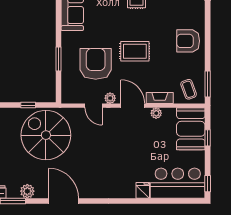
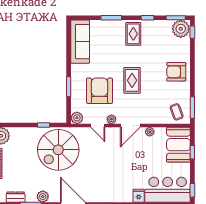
rug: (135, 51) -> (132, 80), turned 90
plant: (68, 96) -> (77, 118), added
fireplace: (160, 98) -> (153, 119), removed
door: (133, 106) -> (130, 126), swing flipped
spiral stairs: (46, 135) -> (58, 150), turned -90

